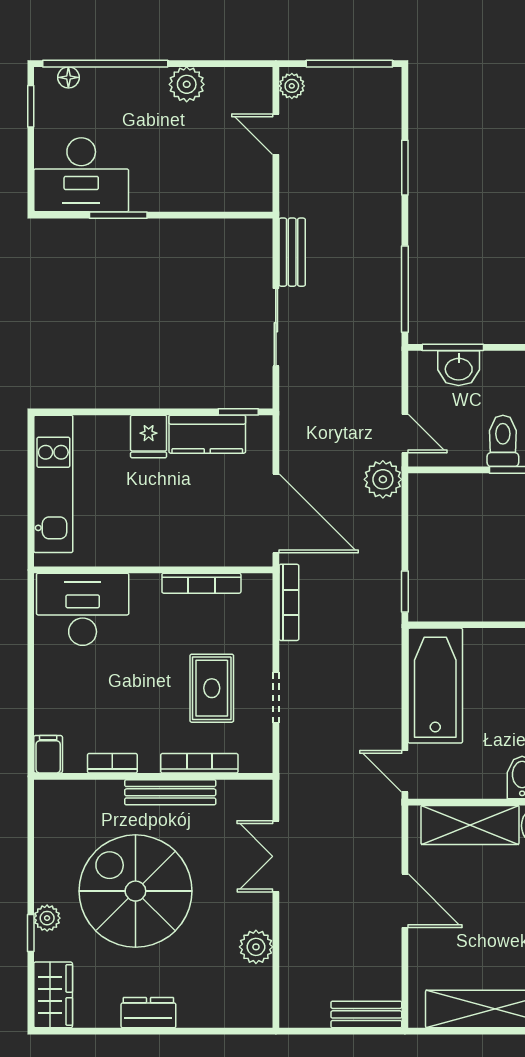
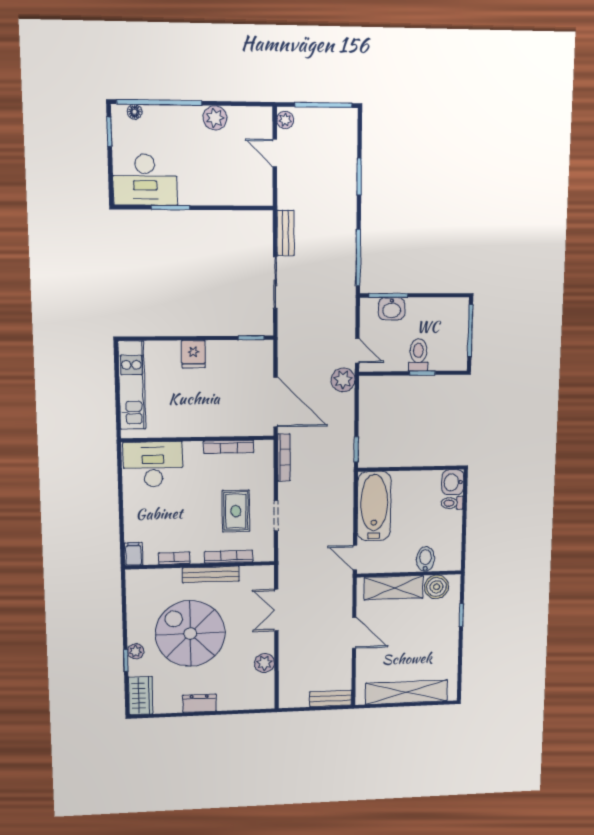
kitchen counter: (207, 434) -> (231, 352), removed

